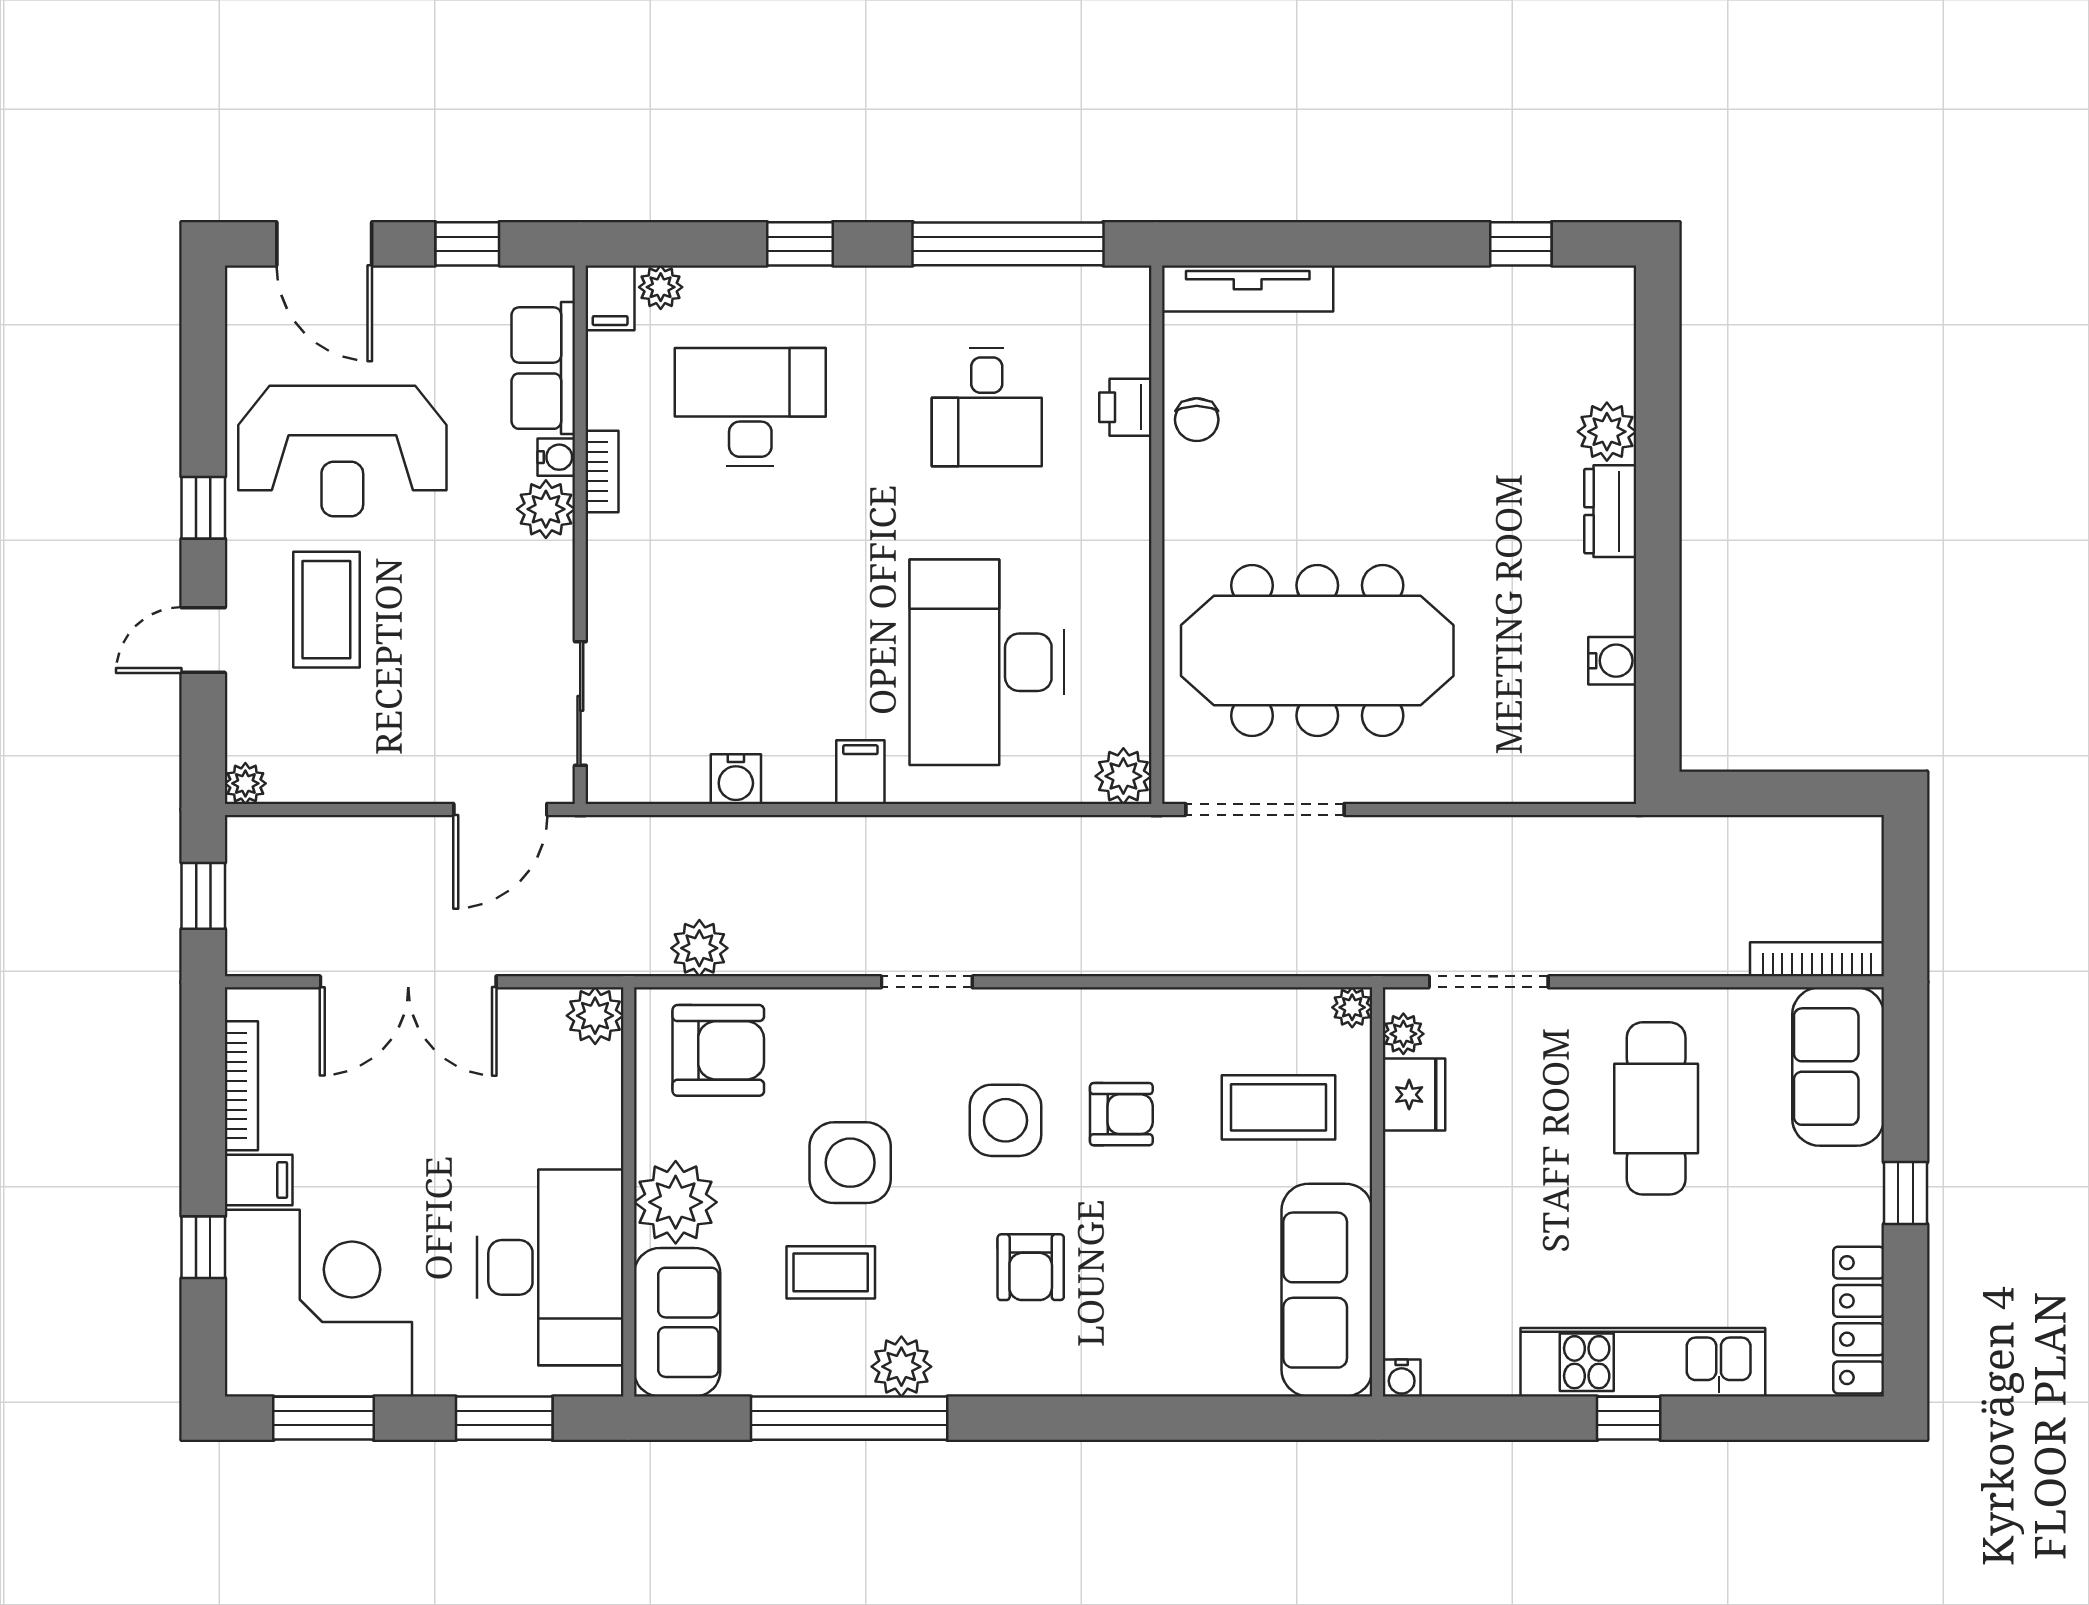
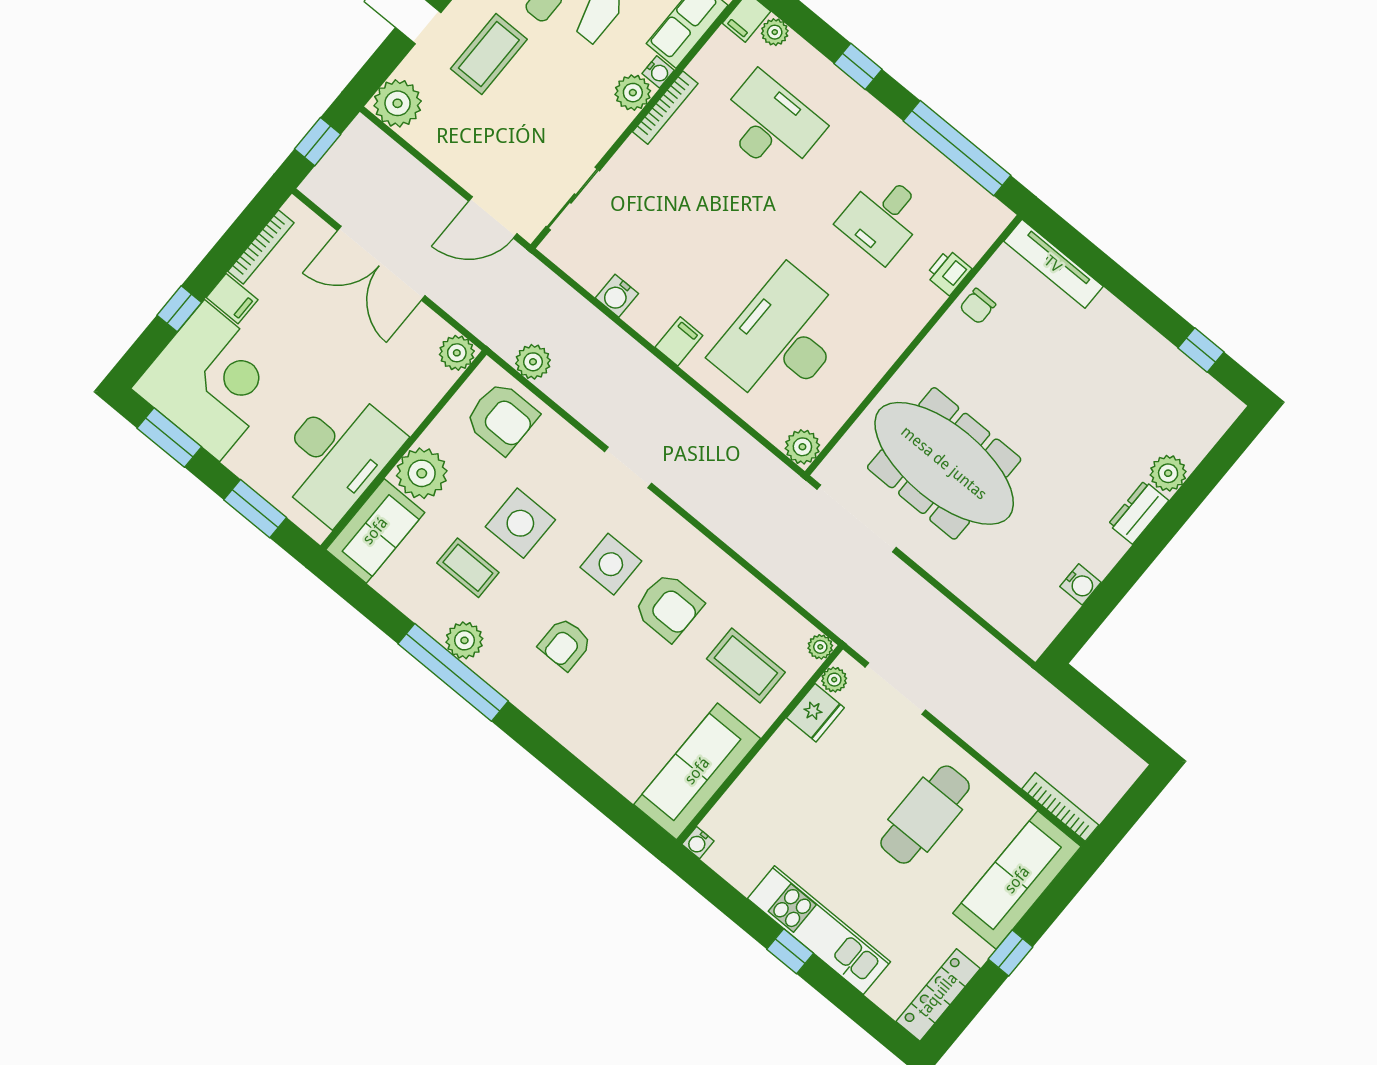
bookcase: (602, 471) -> (665, 108), width x1.56
plant: (245, 783) -> (398, 103), width x1.87, depth x1.87
sofa: (1838, 1067) -> (1017, 880), width x1.36
armchair: (1121, 1114) -> (668, 607), width x1.38, depth x1.38
window: (849, 1418) -> (453, 672), moved

